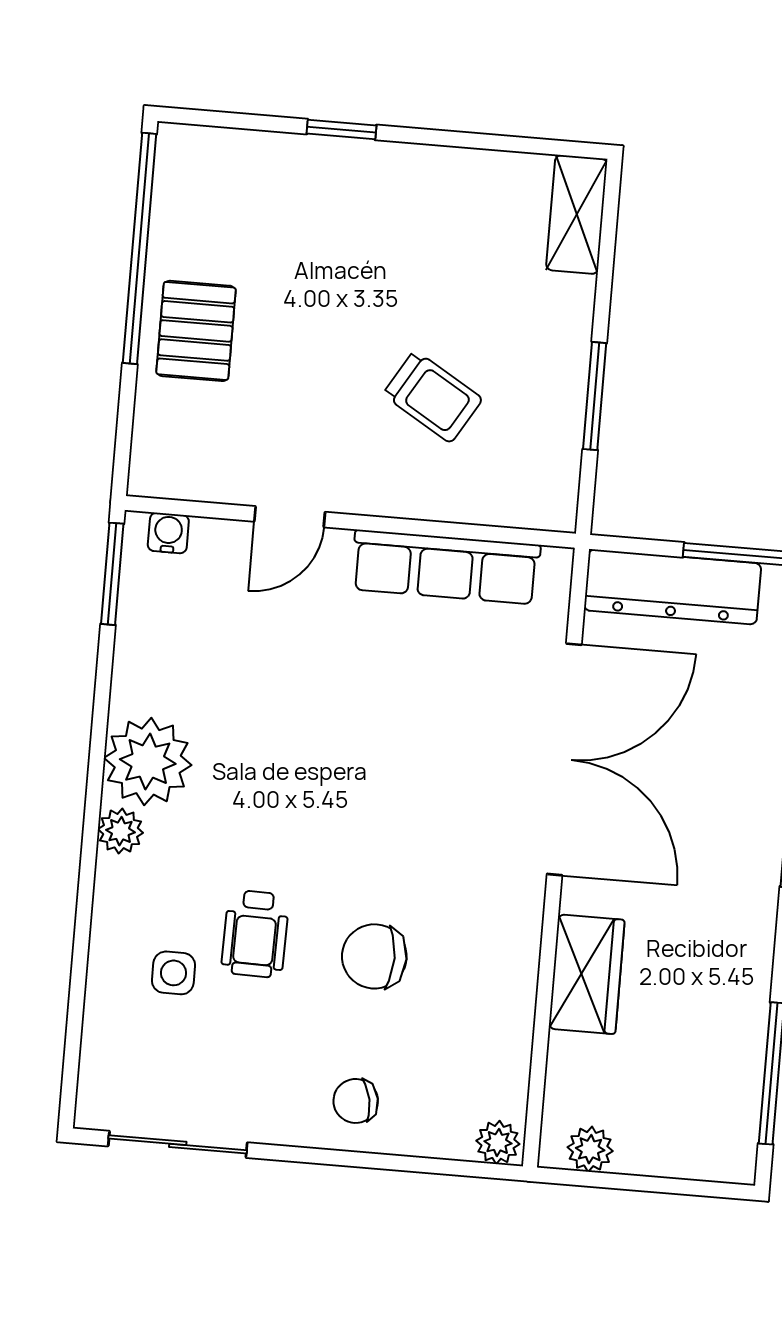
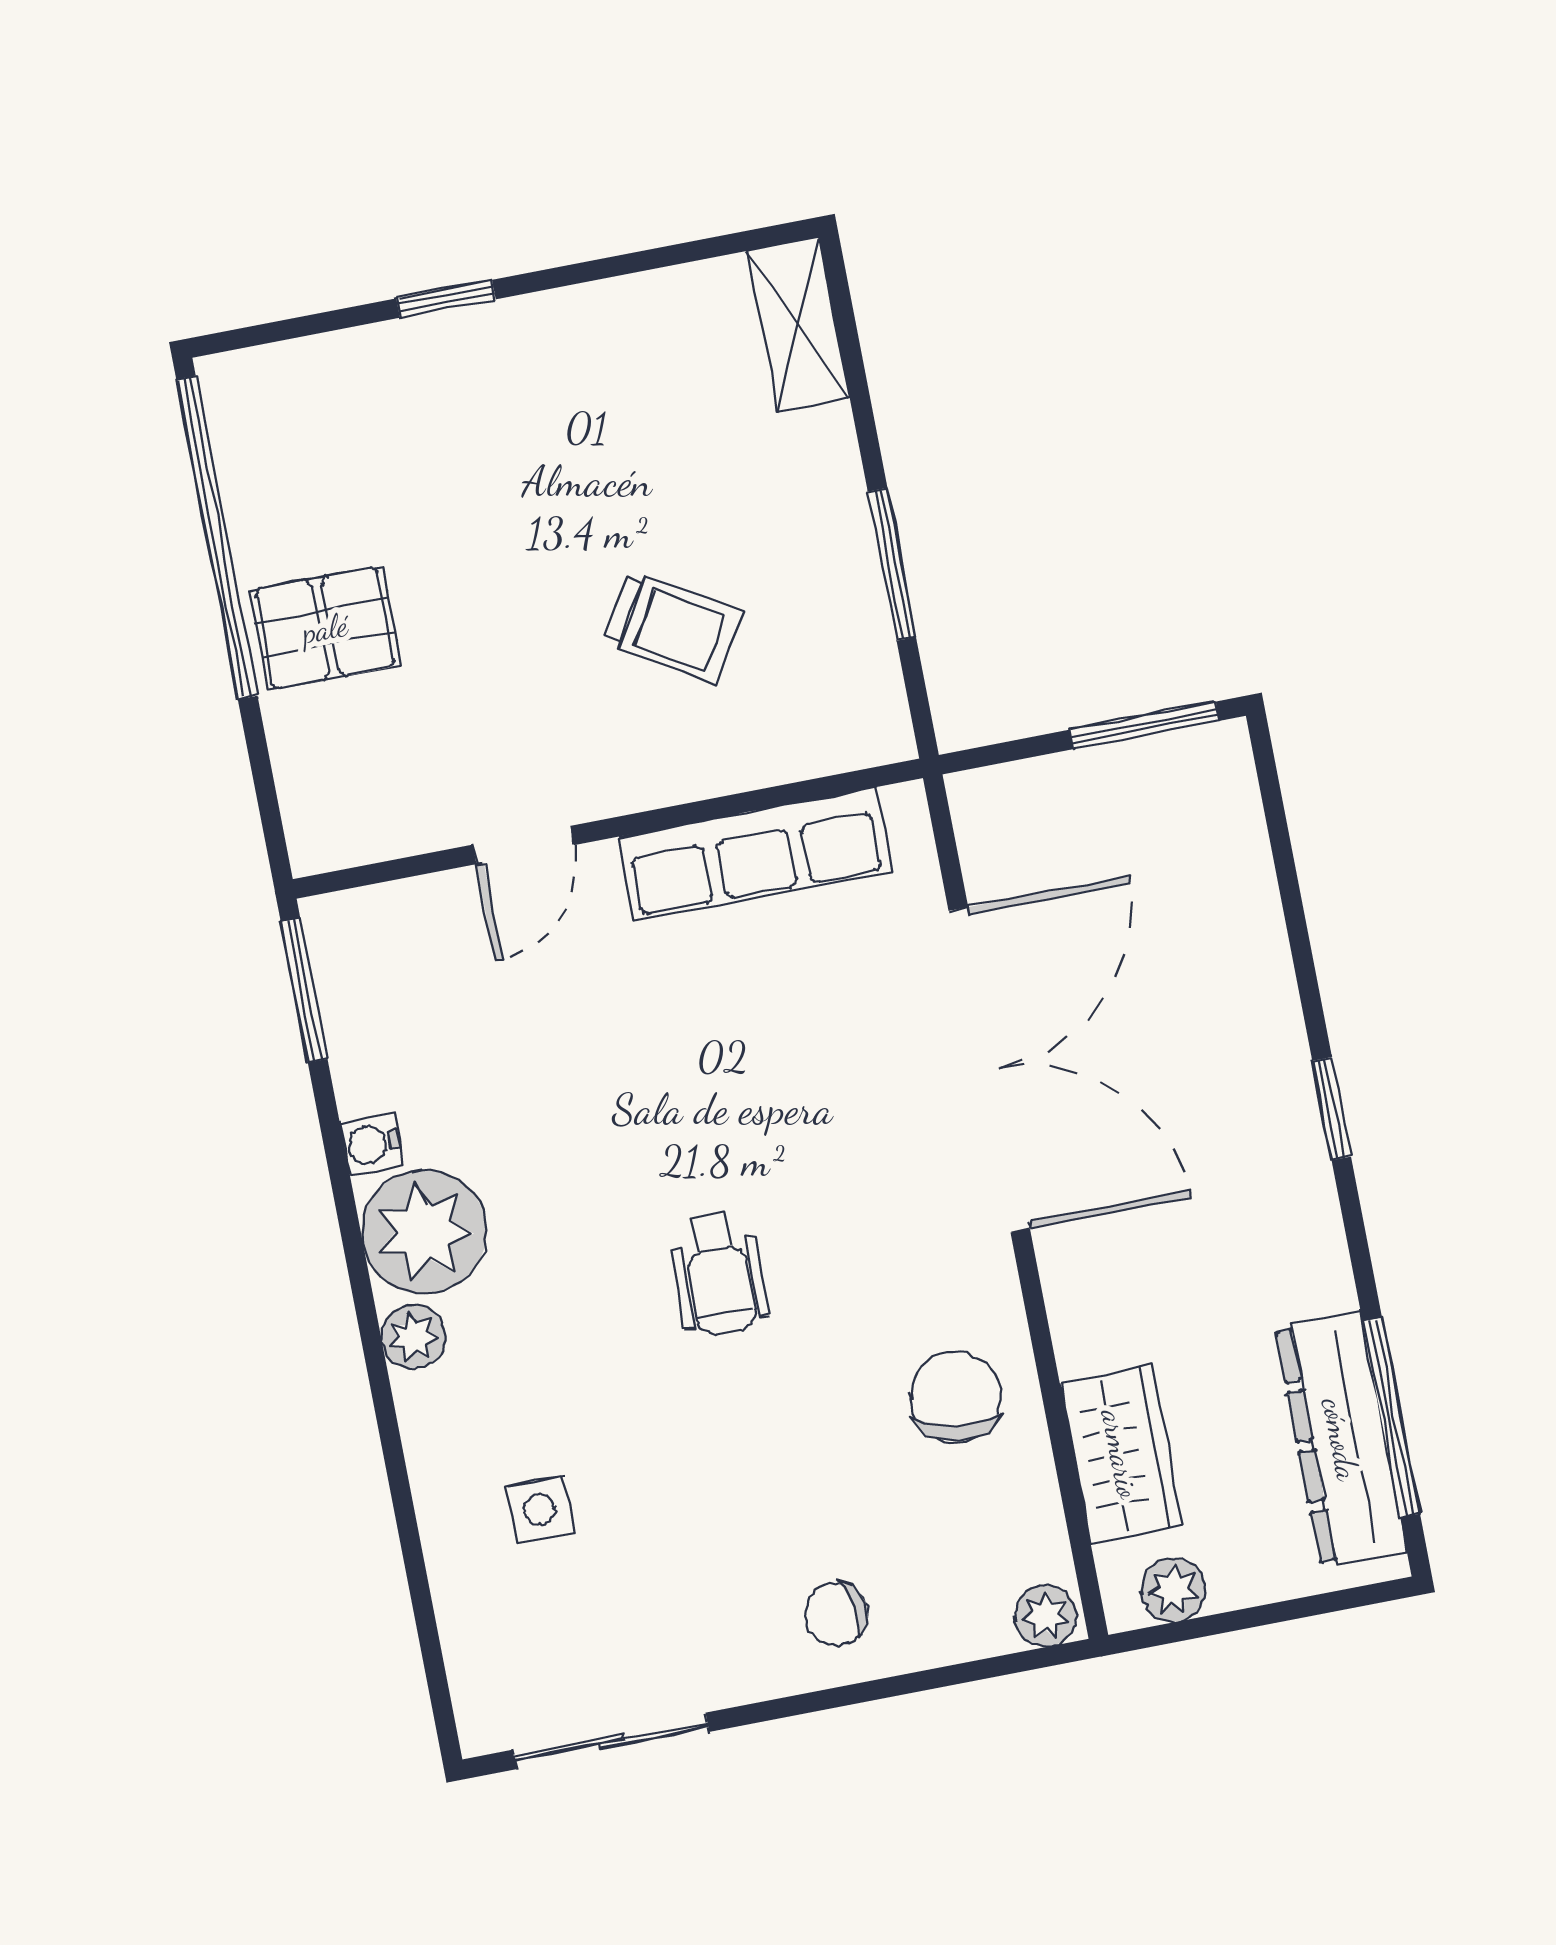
pallet: (196, 331) -> (325, 628), turned 90
water cooler: (168, 533) -> (372, 1144), moved, turned -90
dresser: (673, 587) -> (1341, 1439), moved, turned 90
wheelchair: (255, 934) -> (719, 1273), moved
chair: (374, 956) -> (956, 1397), moved, turned 98
wardrobe: (587, 974) -> (1121, 1454), moved

